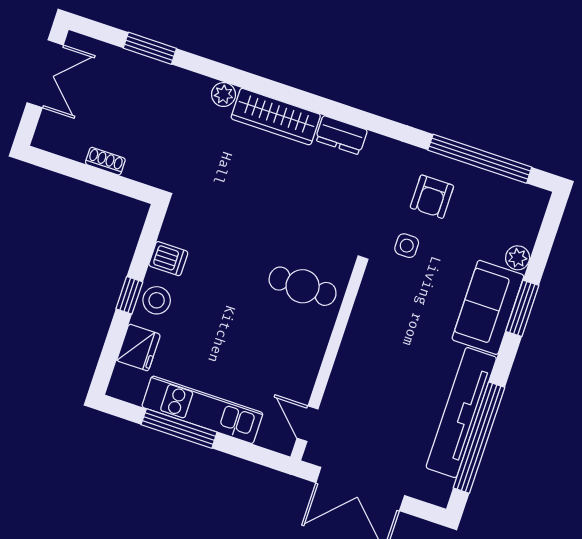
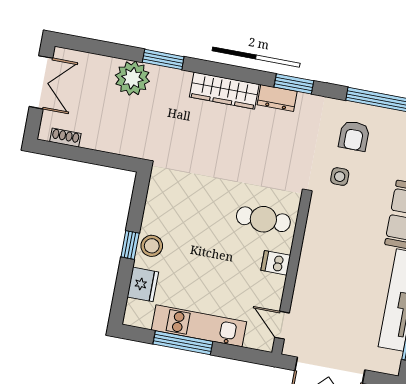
window: (150, 48) -> (163, 59), moved
plant: (224, 94) -> (132, 78), moved, width x1.87, depth x1.87
window: (365, 120) -> (294, 84), added
shoe rack: (105, 161) -> (65, 138), moved
dishwasher: (168, 259) -> (276, 263), moved, turned 180

